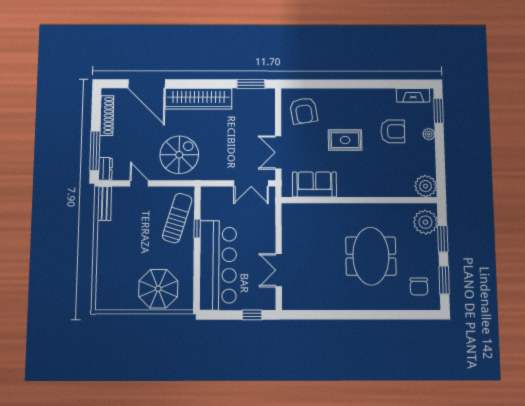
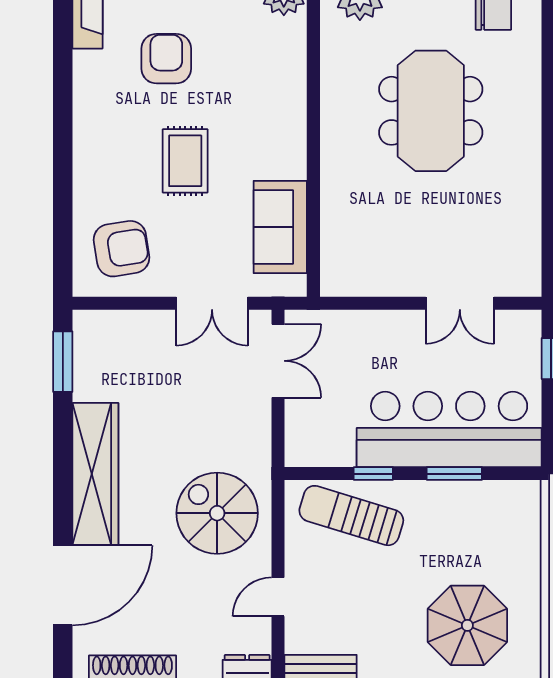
meeting table: (371, 256) -> (431, 111), turned 90
window: (197, 268) -> (454, 474), added
parasol: (158, 289) -> (467, 625), moved

